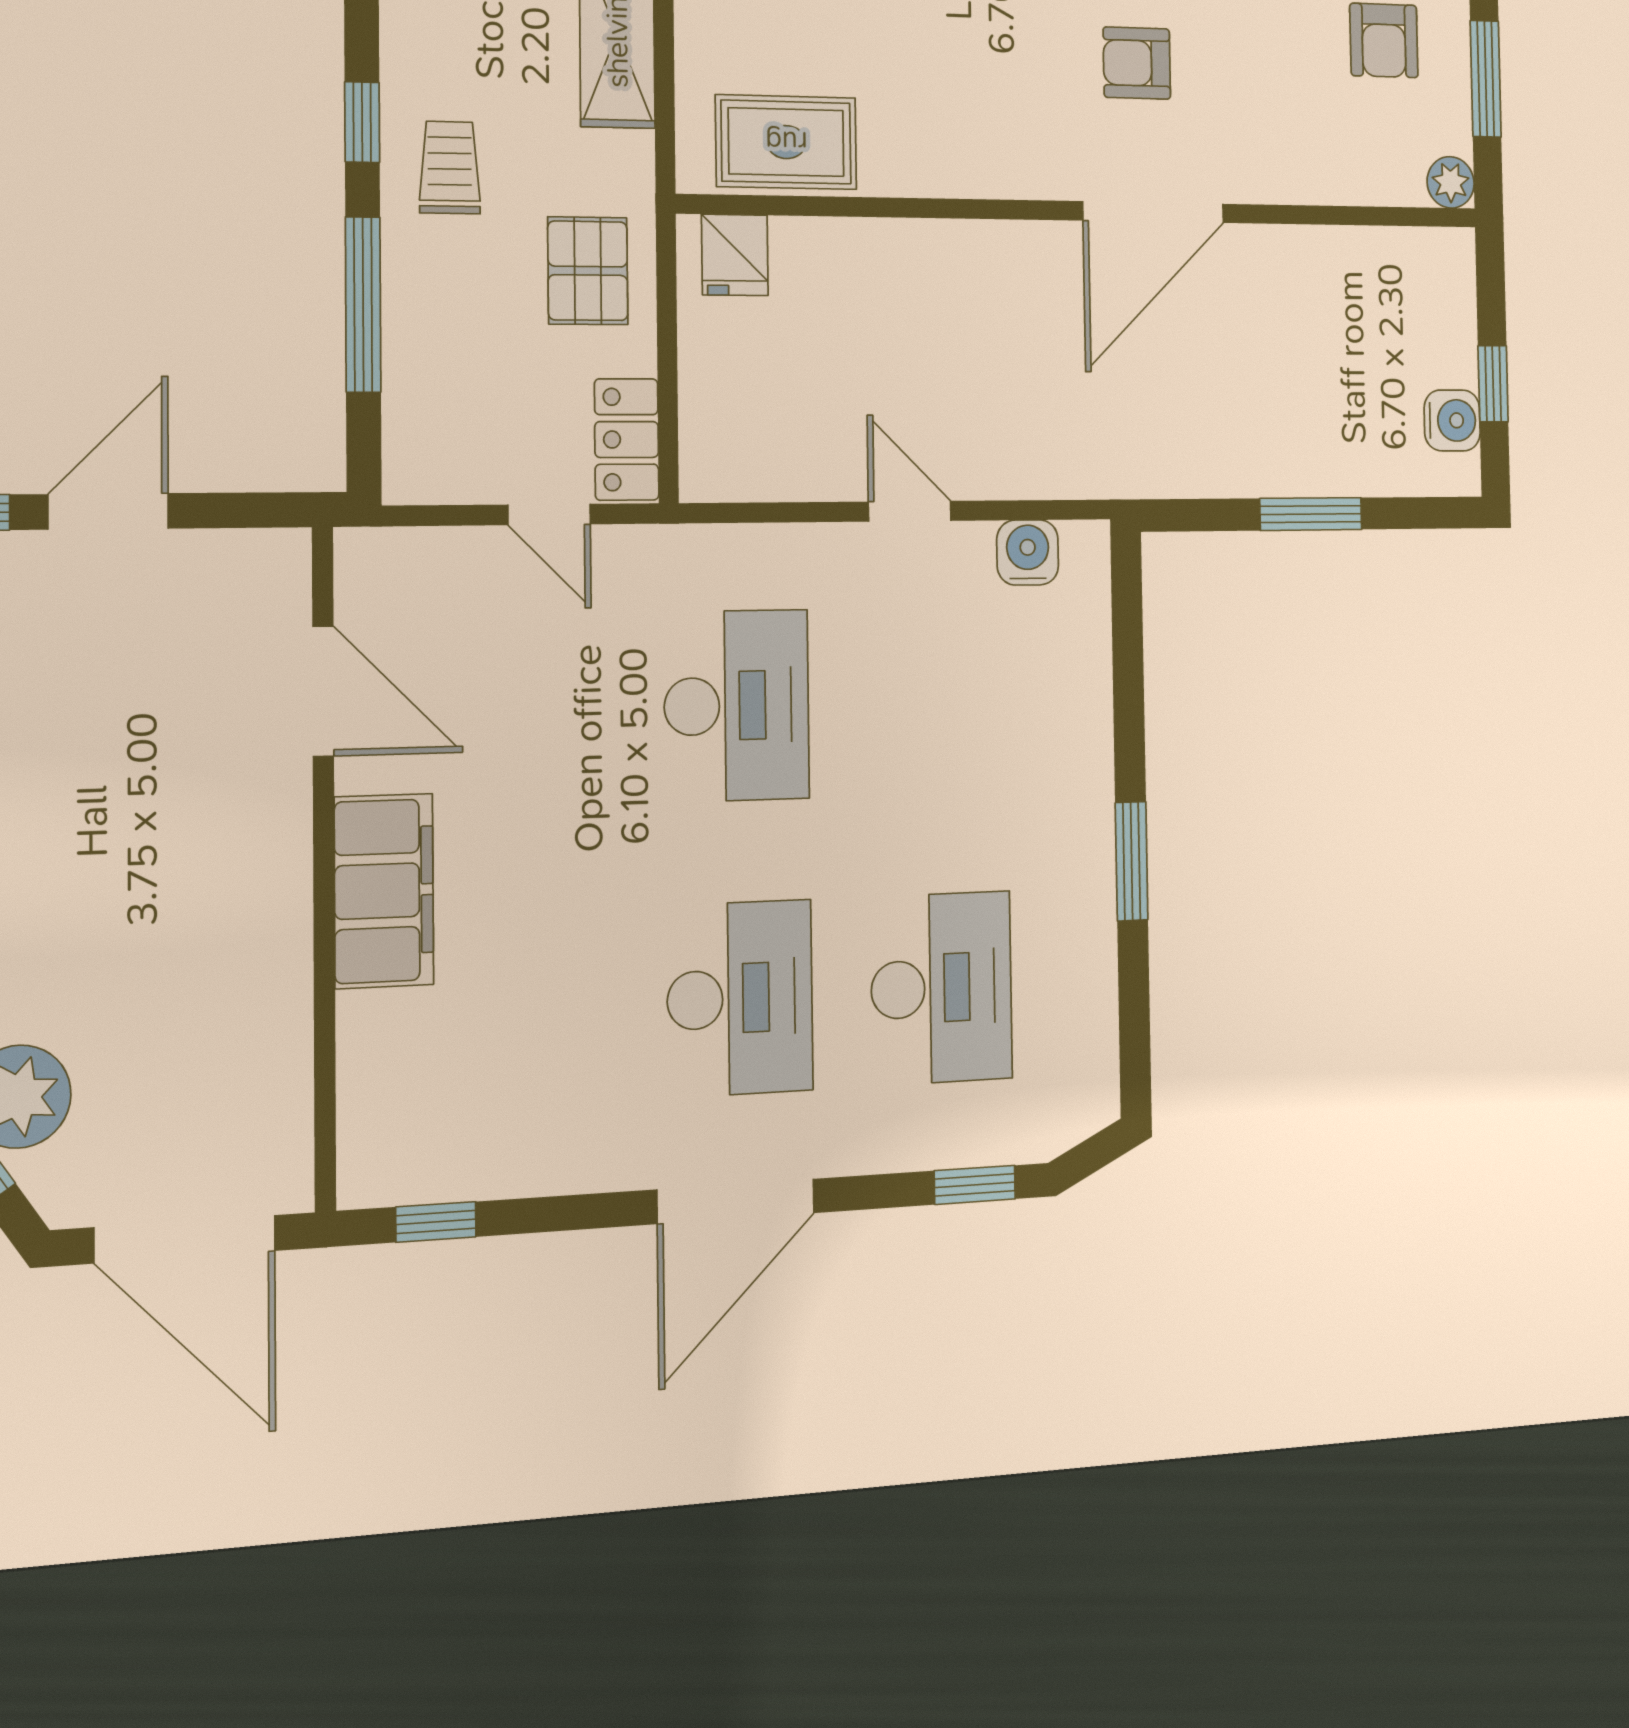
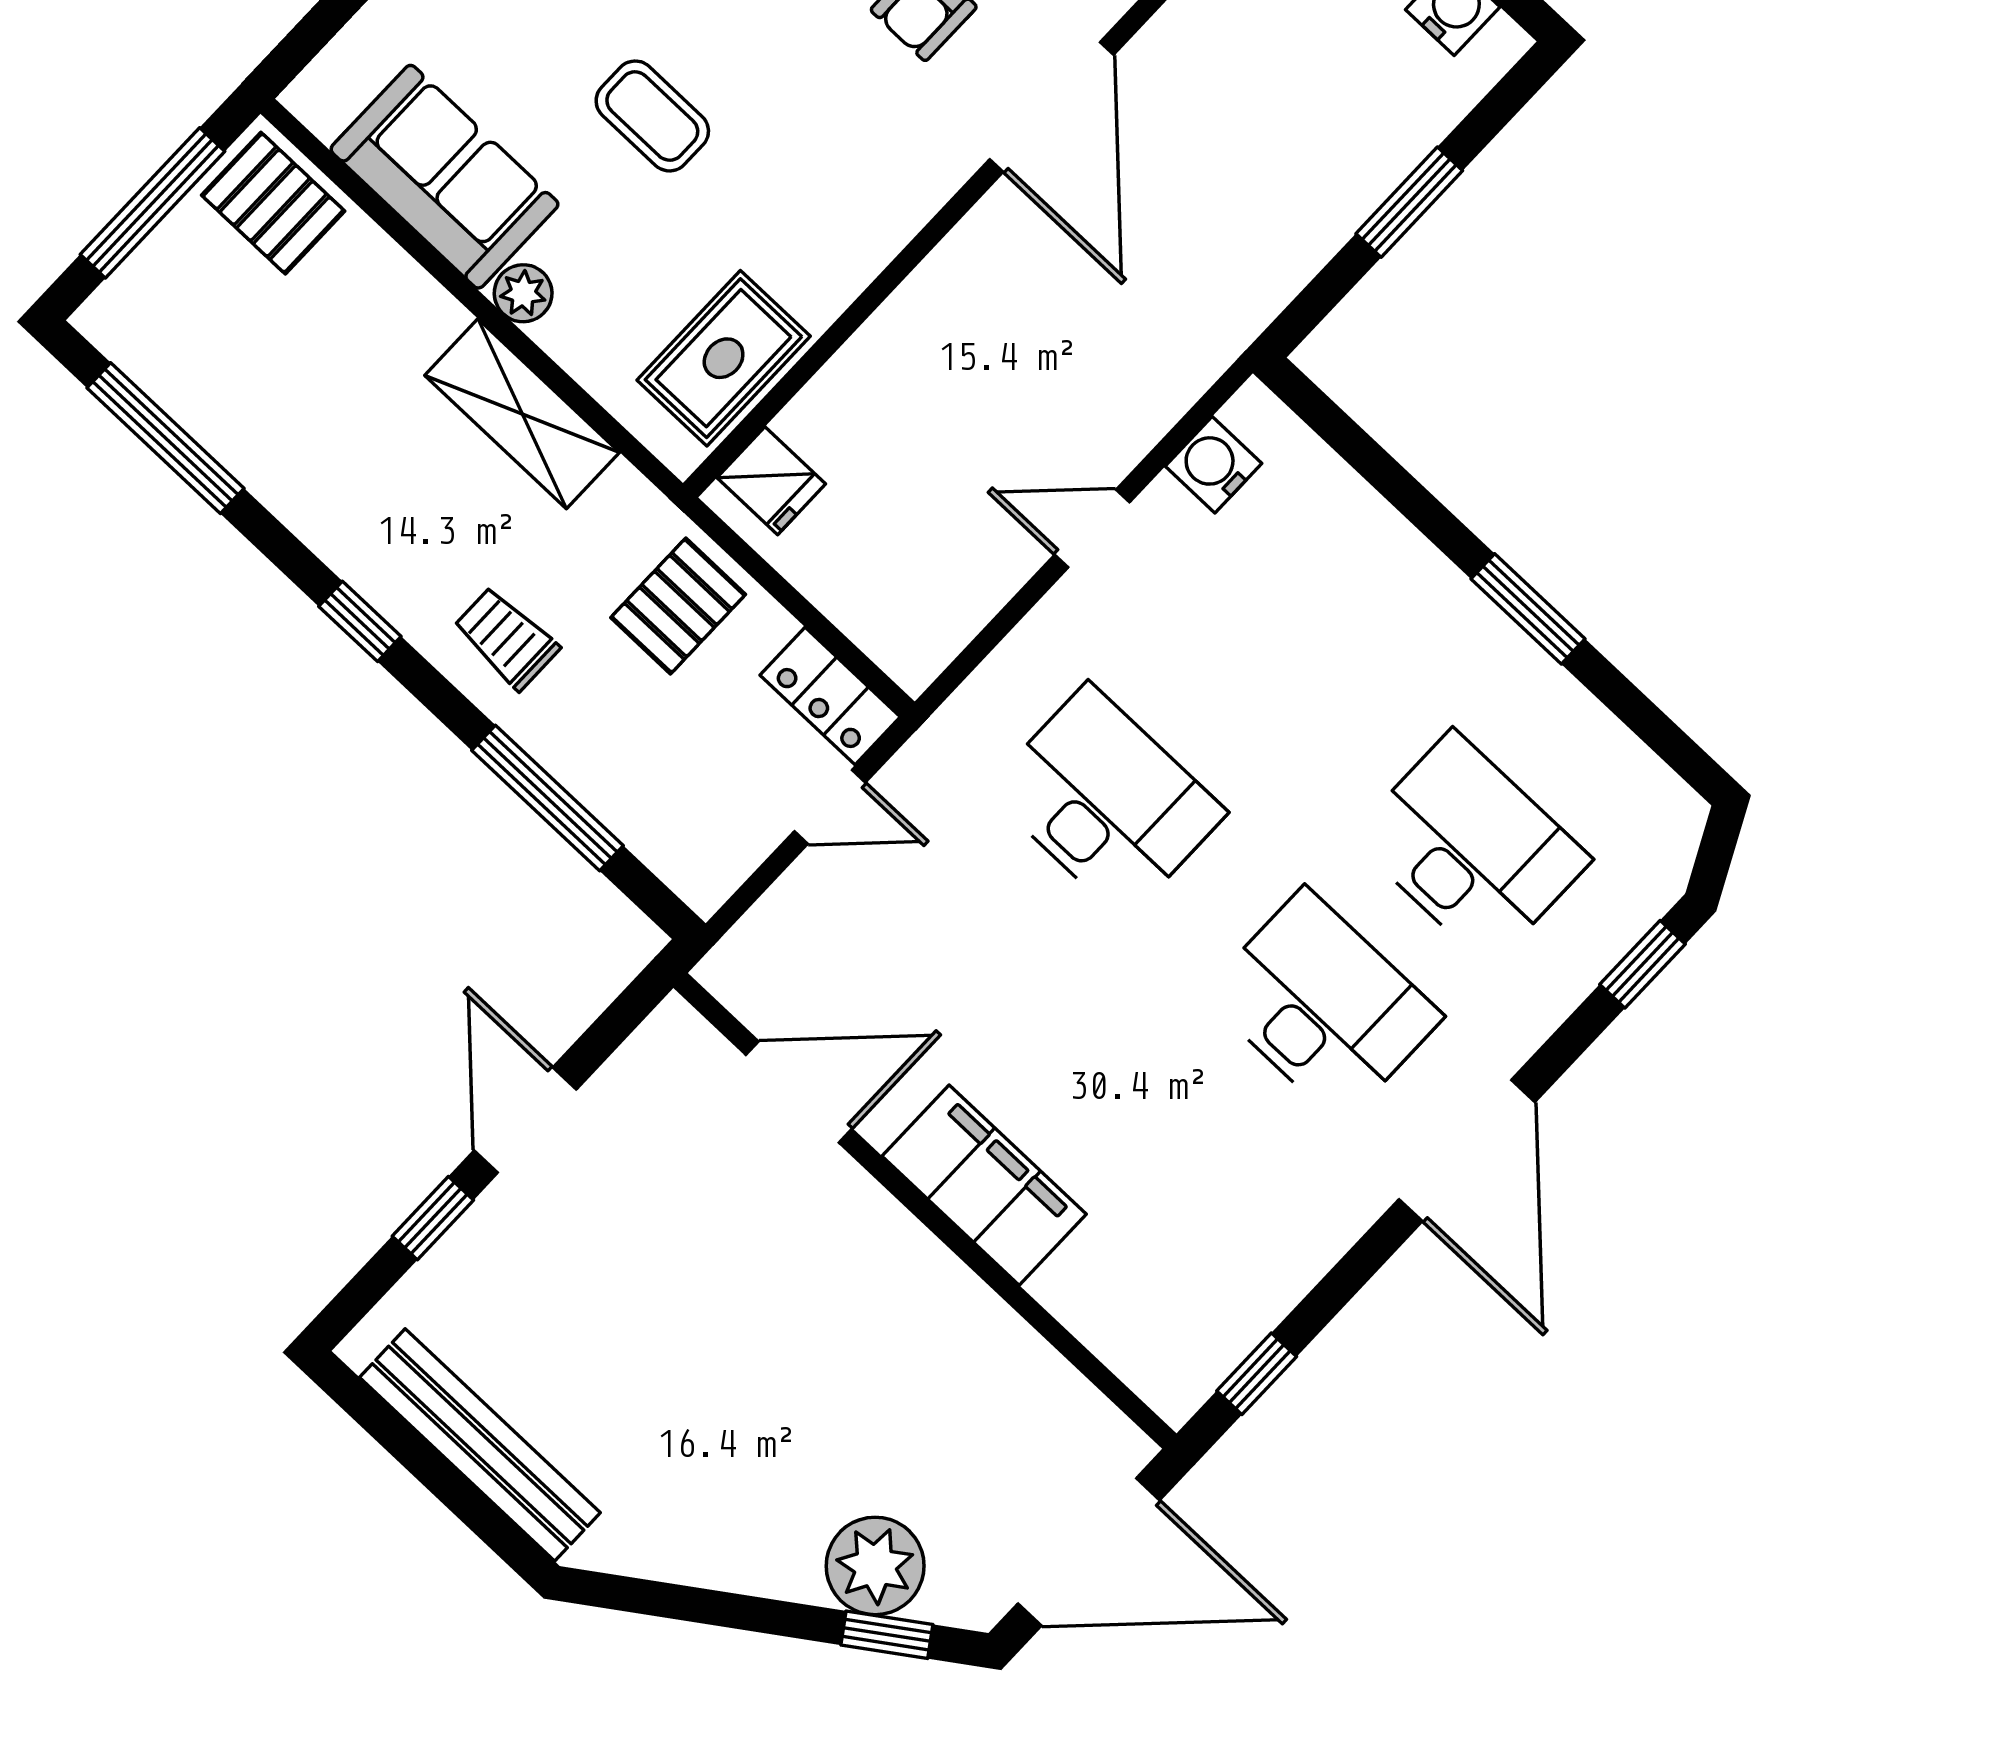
window: (362, 122) -> (360, 621), moved
pallet: (588, 271) -> (678, 606), turned 90

